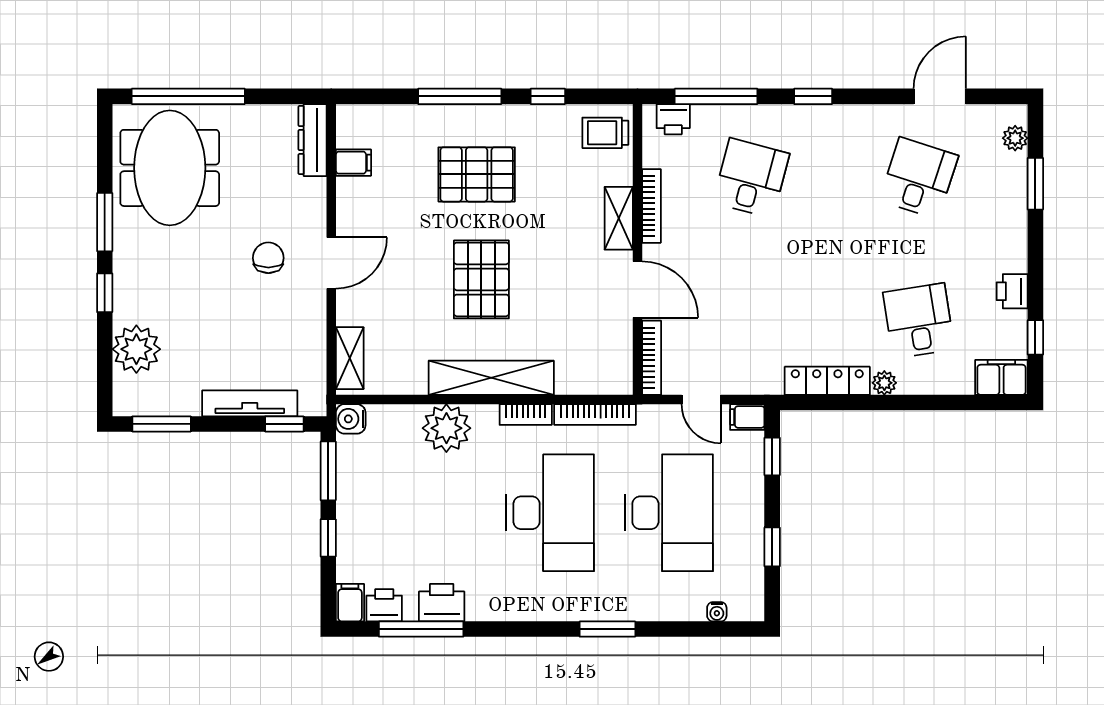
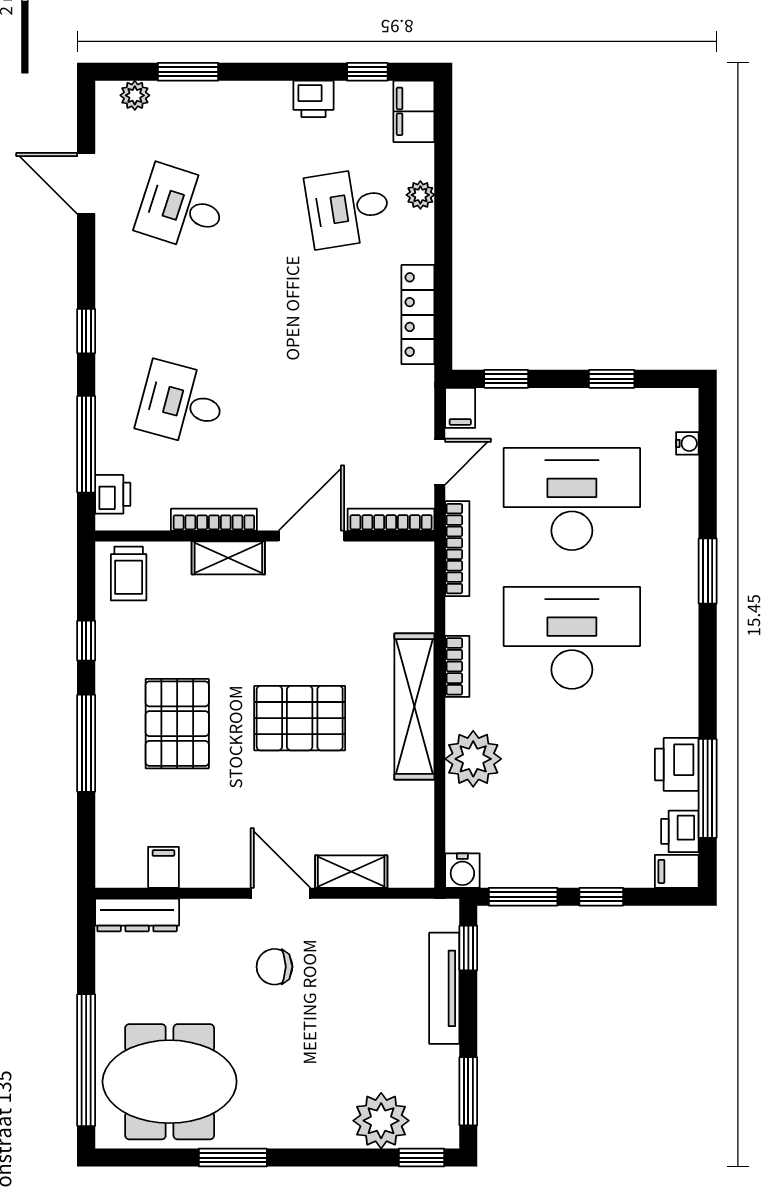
window: (105, 293) -> (421, 1158), moved
shelving: (350, 358) -> (351, 872), moved
plant: (884, 383) -> (420, 195), moved
bookcase: (595, 414) -> (457, 549), moved

